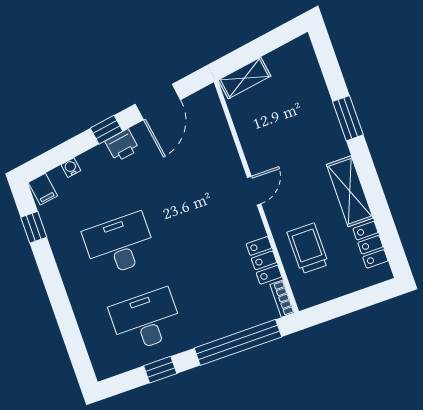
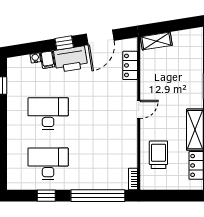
printer: (122, 145) -> (71, 59), width x1.87, depth x1.48
filing cabinet: (43, 189) -> (48, 60), moved
locker: (264, 260) -> (130, 65), moved

